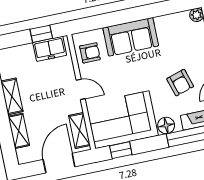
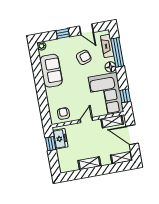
sofa: (131, 37) -> (51, 71), moved
shelving: (19, 131) -> (121, 158), moved

